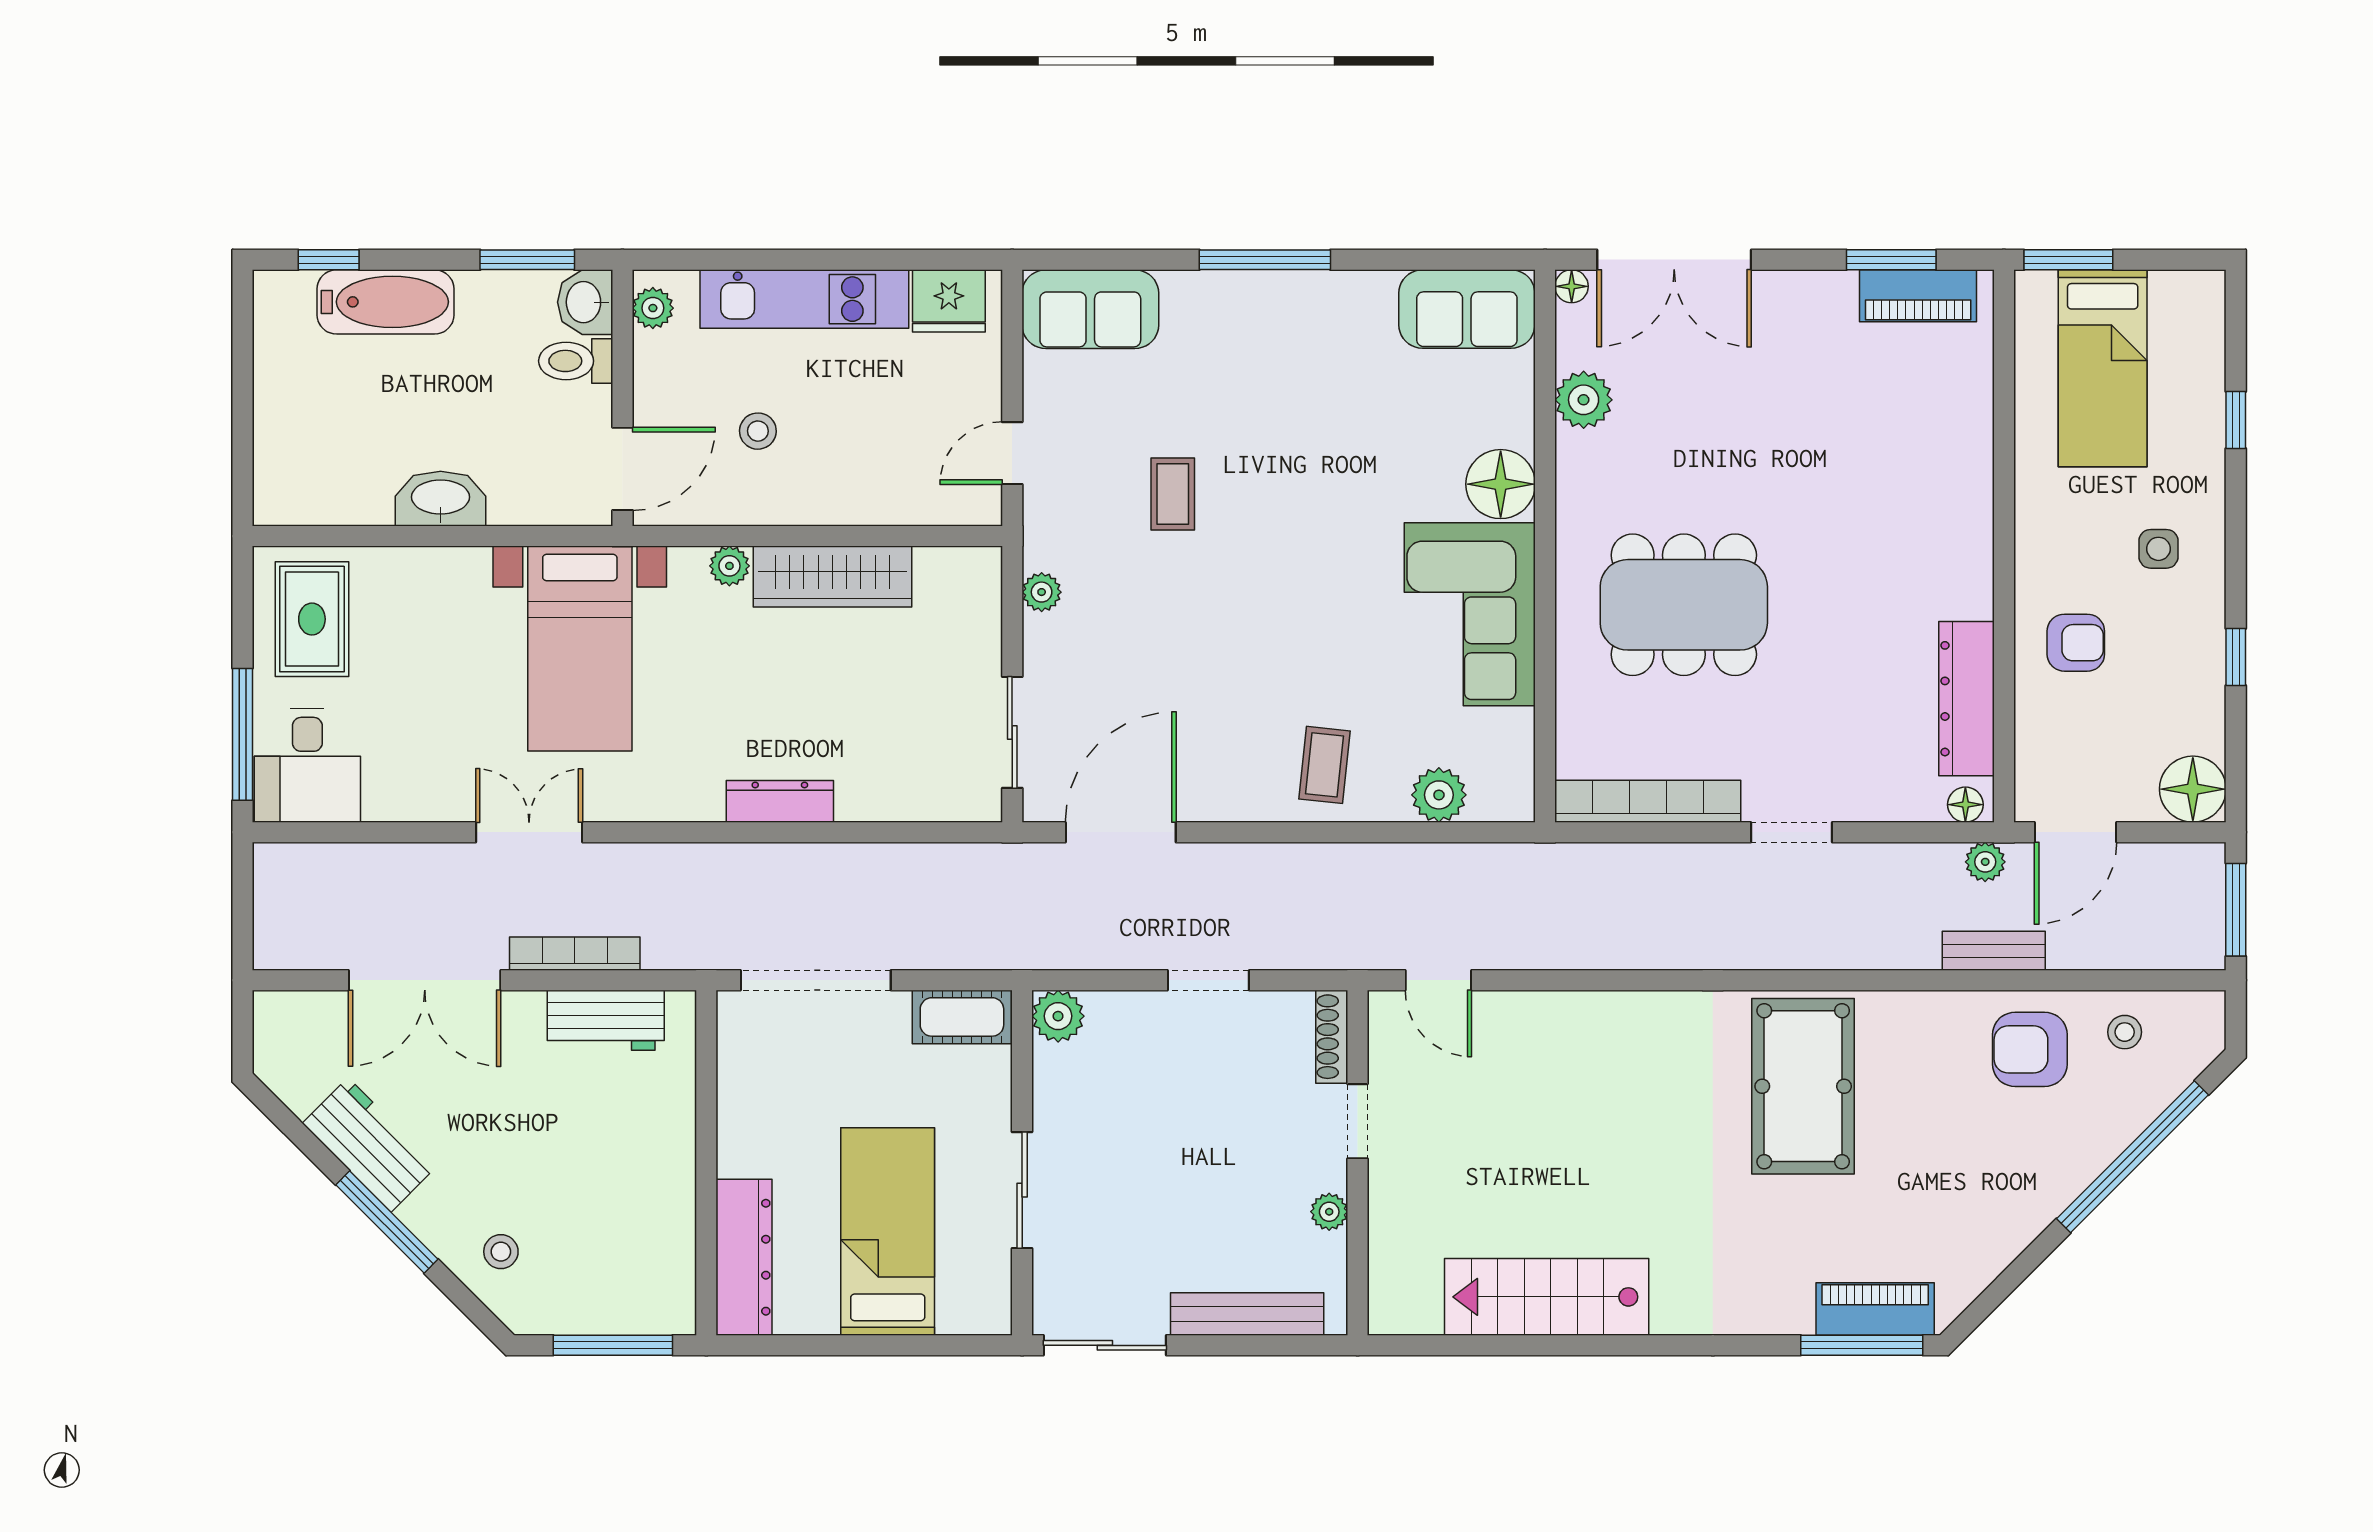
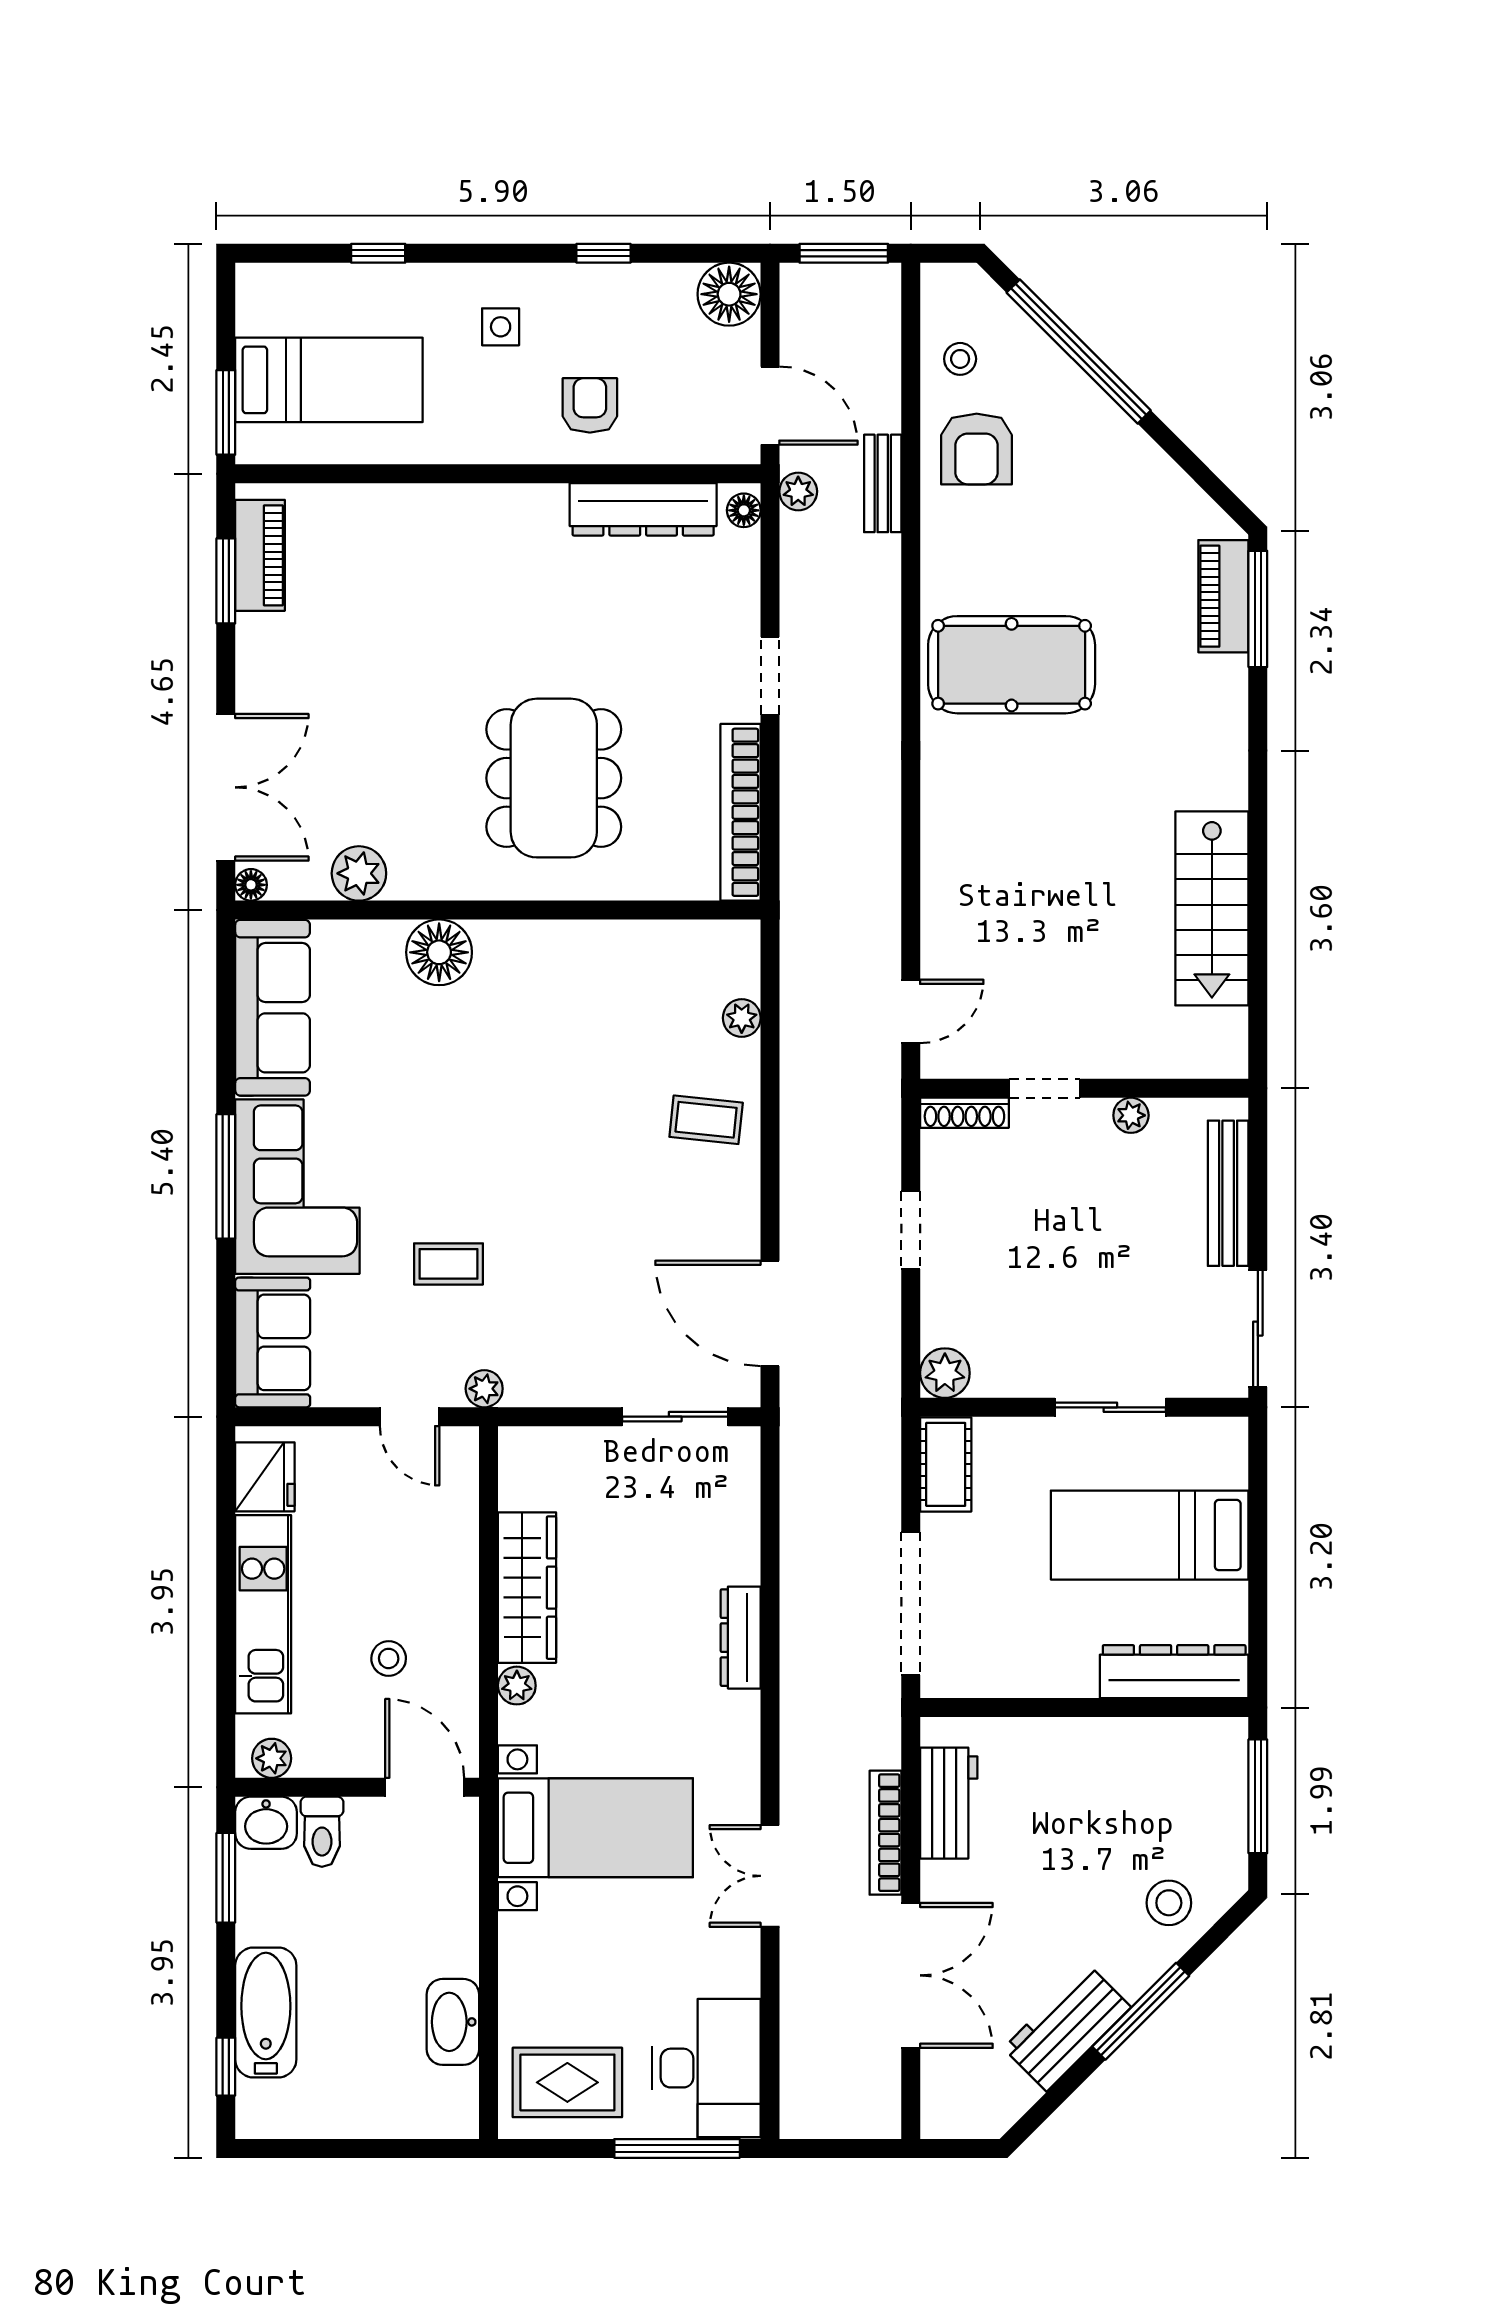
sofa: (1467, 309) -> (273, 1008), width x1.36
washbasin: (441, 499) -> (453, 2022), moved
plant: (1042, 592) -> (484, 1389), moved
corner sofa: (1470, 614) -> (297, 1187), moved, turned -90
desk: (307, 765) -> (706, 2068), width x1.37
plant: (1439, 795) -> (742, 1018), width x0.73, depth x0.73
stool: (501, 1252) -> (1169, 1903), width x1.37, depth x1.37

